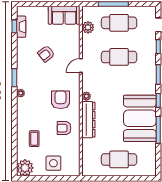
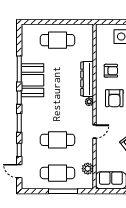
booth: (140, 118) -> (33, 80), width x0.73, depth x0.70

